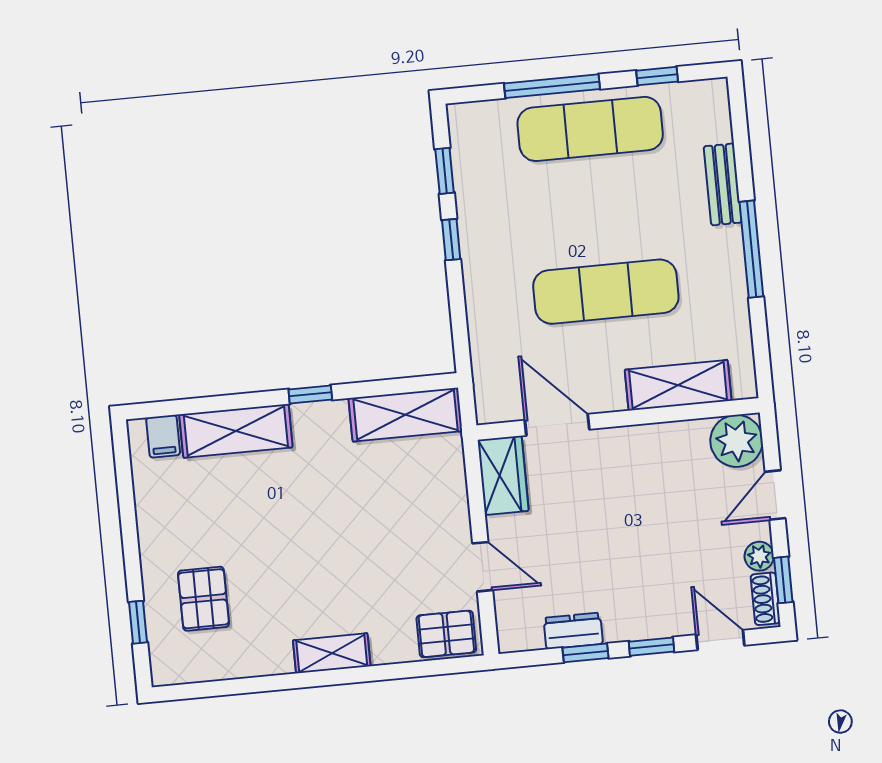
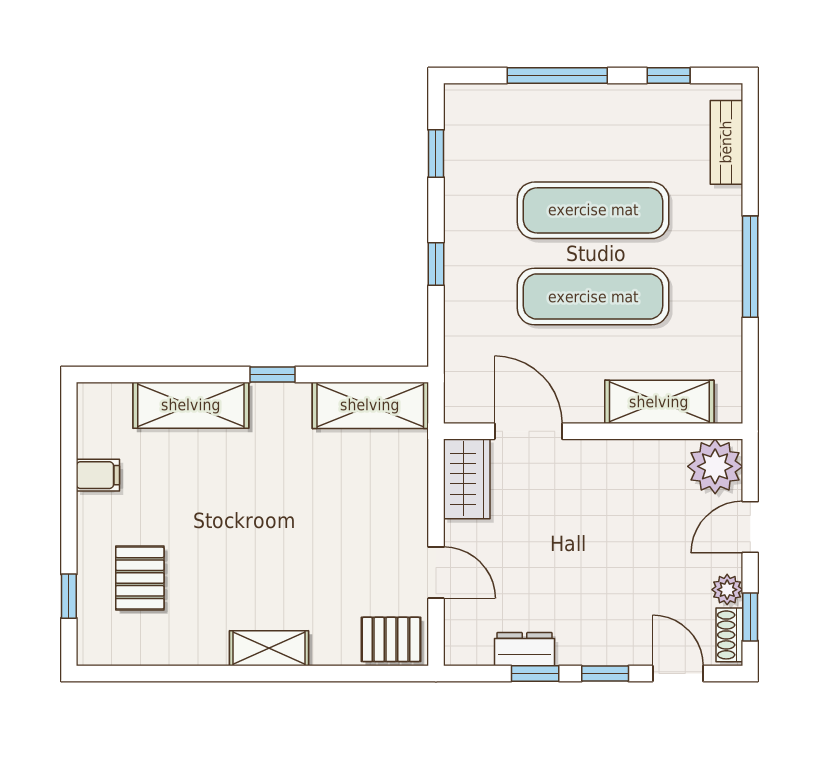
exercise mat: (590, 129) -> (593, 210), moved
bench: (723, 184) -> (726, 142), moved
window: (451, 240) -> (436, 264), moved
filing cabinet: (163, 436) -> (98, 475), moved, turned -90

